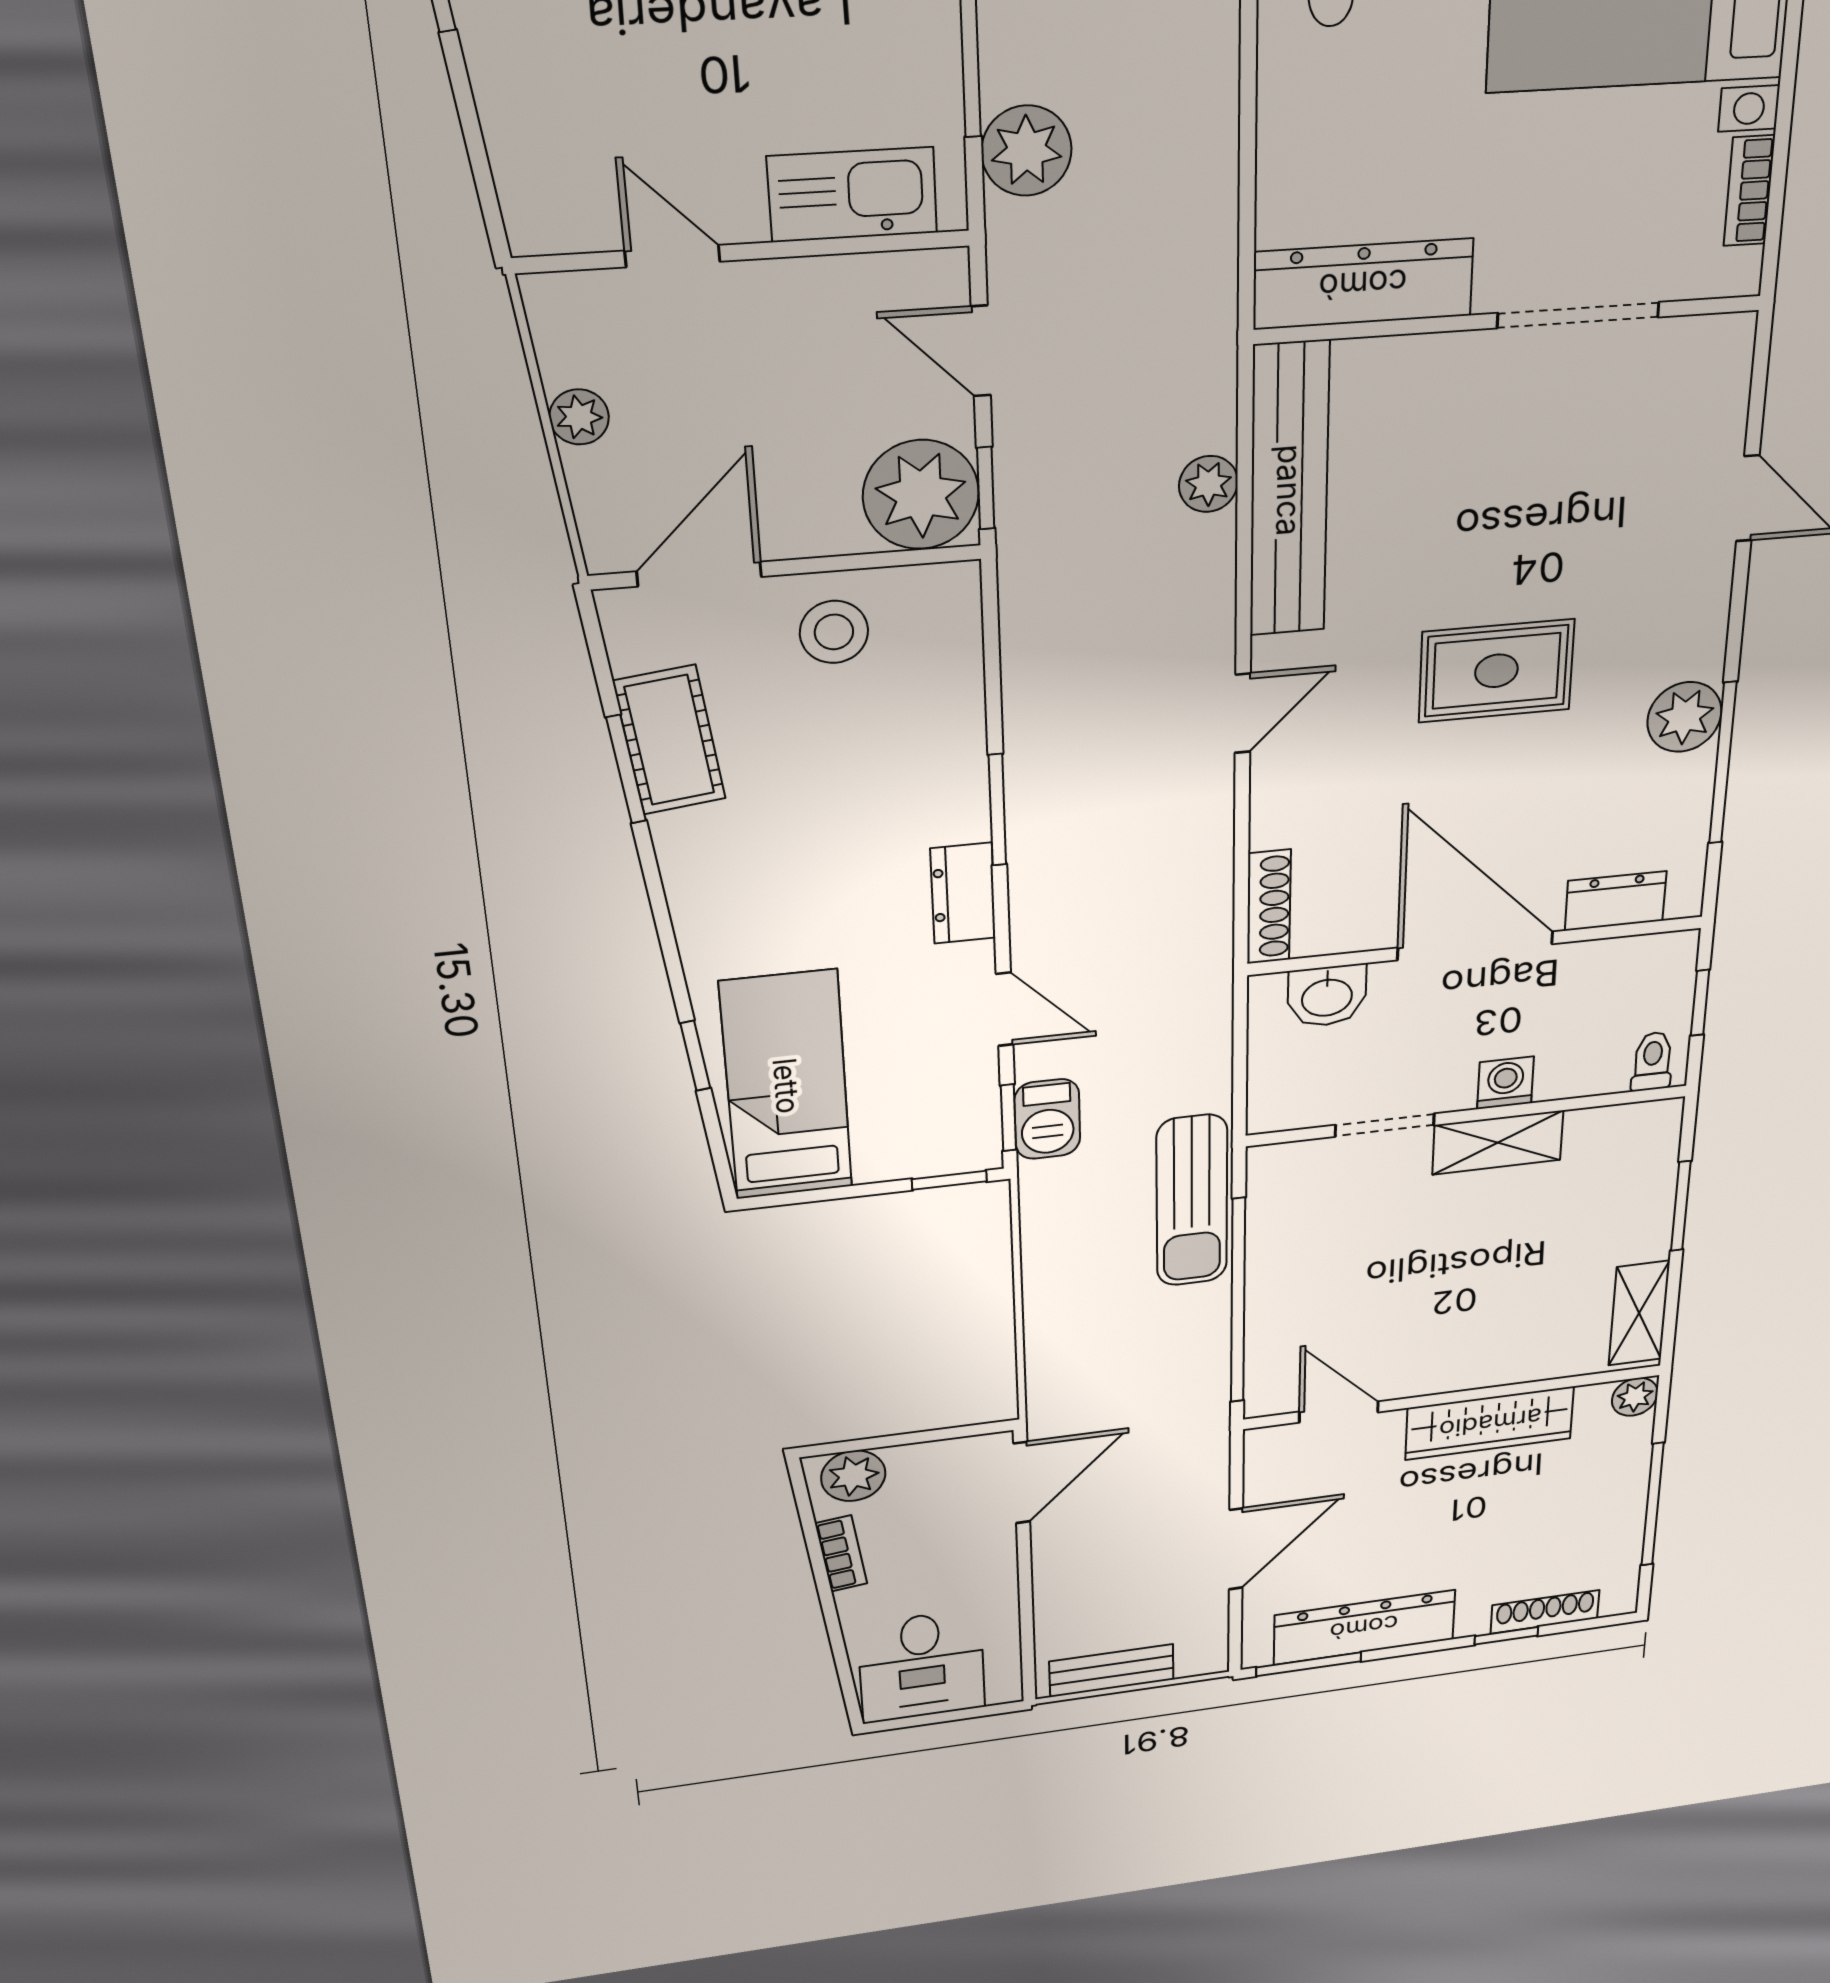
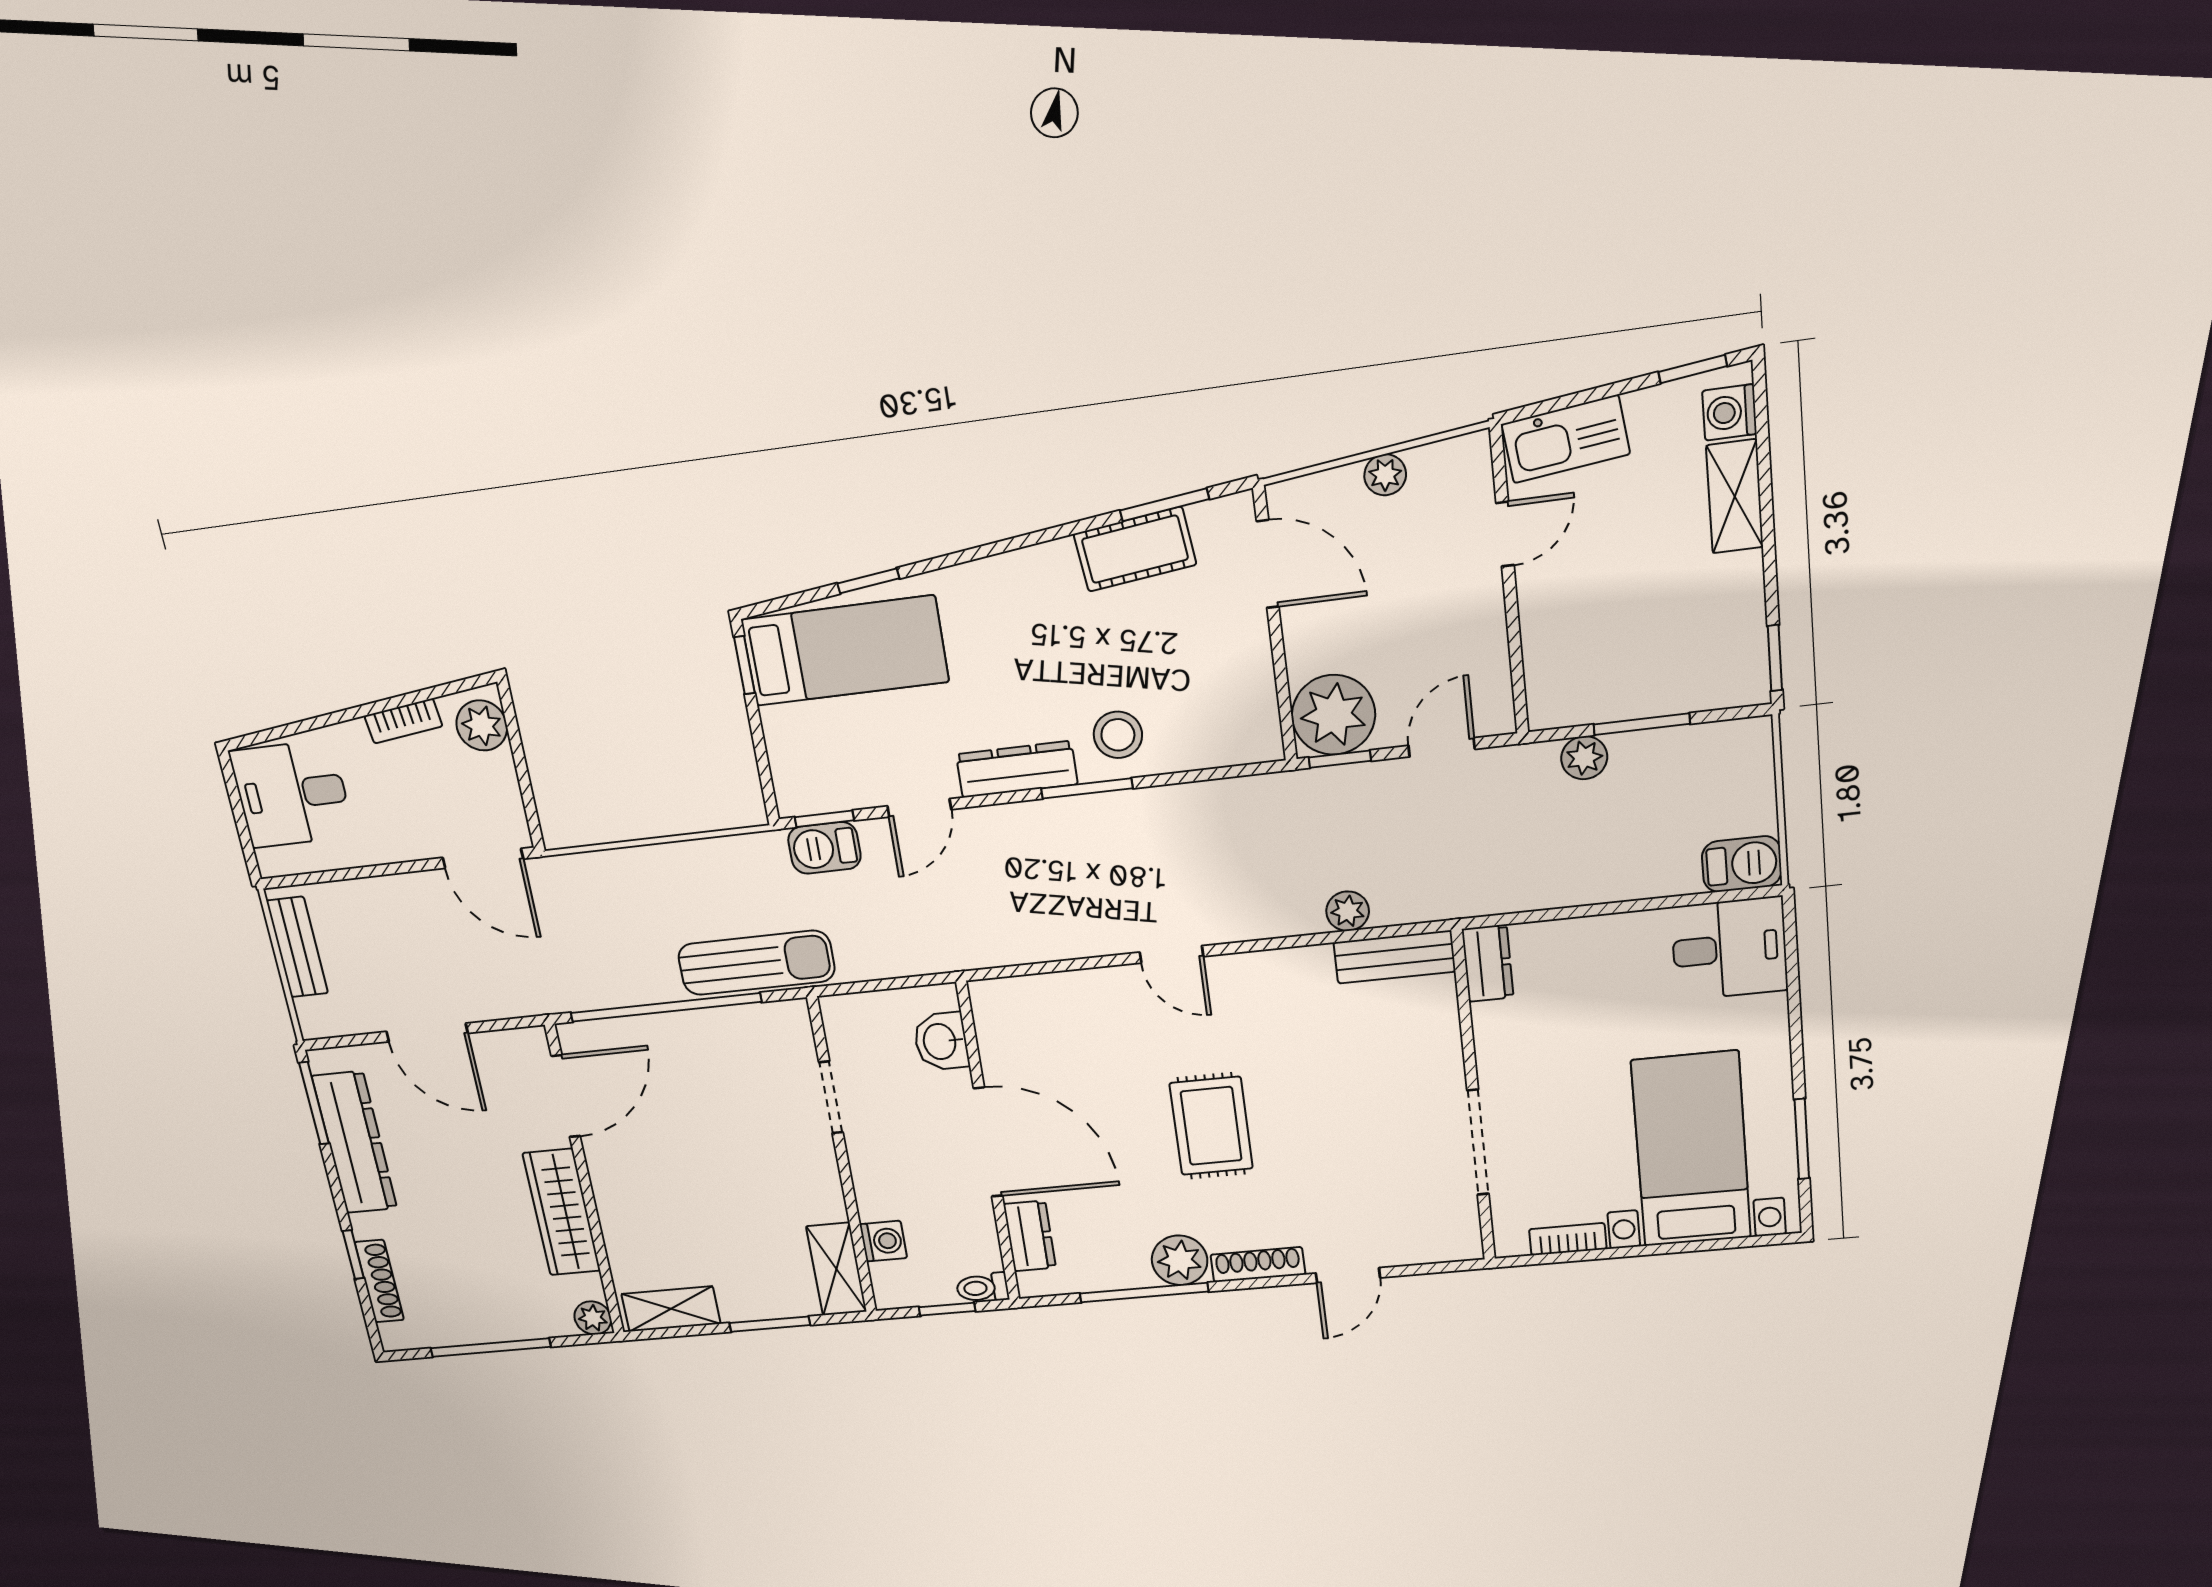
plant: (1027, 151) -> (1584, 758), width x0.73, depth x0.73
kitchen sink: (852, 195) -> (1566, 439), moved, turned 83
dresser: (1363, 284) -> (1488, 963), width x0.51, depth x0.80
bench: (1289, 490) -> (1394, 957), width x0.54, depth x0.82
stool: (834, 632) -> (1118, 735), moved
window: (626, 769) -> (1164, 505), moved
dresser: (963, 893) -> (1017, 769), width x1.44
shoe rack: (1269, 907) -> (1258, 1265), moved, turned 180
door: (1475, 946) -> (988, 1142), hinge flipped
toilet: (1652, 1061) -> (982, 1288), moved, turned 180
washing machine: (1505, 1083) -> (883, 1241), moved
shelving: (1498, 1143) -> (836, 1269), moved
window: (949, 1180) -> (744, 665), moved
sun lounger: (1192, 1201) -> (756, 963), turned 180
door: (1339, 1412) -> (566, 1096), width x1.38

